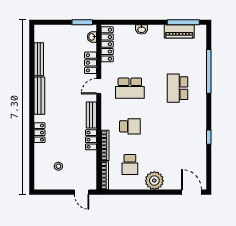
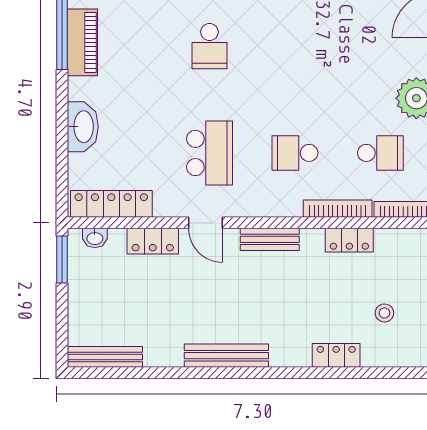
washbasin: (142, 29) -> (83, 127), width x1.91, depth x1.45
bench: (39, 59) -> (105, 357), moved
school desk: (178, 88) -> (209, 46), width x0.54
school desk: (130, 126) -> (295, 153), turned -90
locker: (39, 133) -> (336, 355), moved
locker: (91, 140) -> (349, 240), moved

